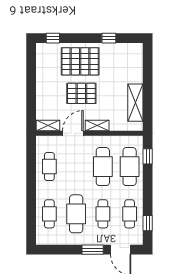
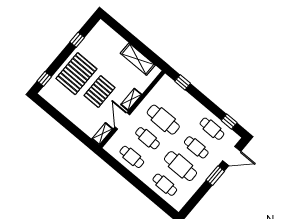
cafe table: (130, 167) -> (148, 138), moved, width x0.73, depth x0.74

